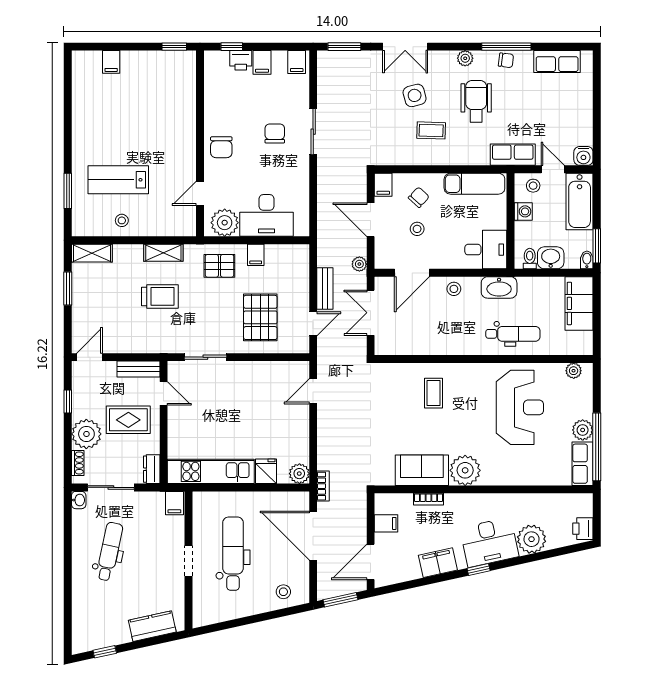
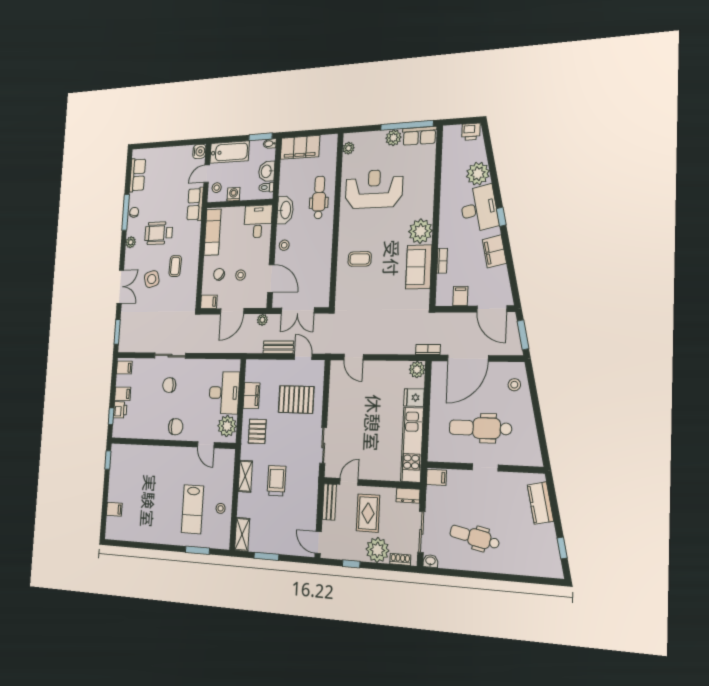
filing cabinet: (256, 255) -> (251, 396), width x2.00

